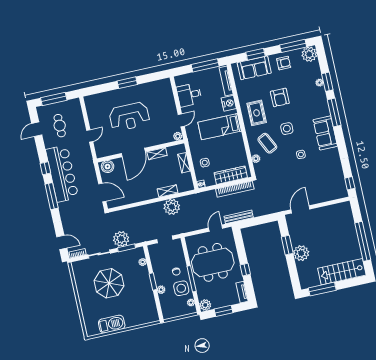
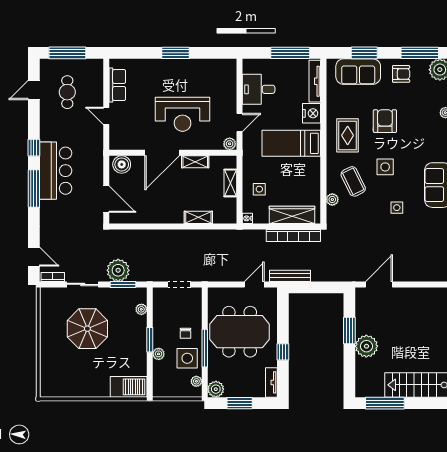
armchair: (280, 97) -> (385, 121), turned 180
row of seats: (93, 113) -> (117, 85), added
reception desk: (129, 117) -> (183, 114), moved
door: (90, 136) -> (106, 116), swing flipped
bar counter: (62, 174) -> (56, 171), width x0.73
plant: (172, 207) -> (199, 241), removed
barbecue: (112, 324) -> (129, 387), moved

